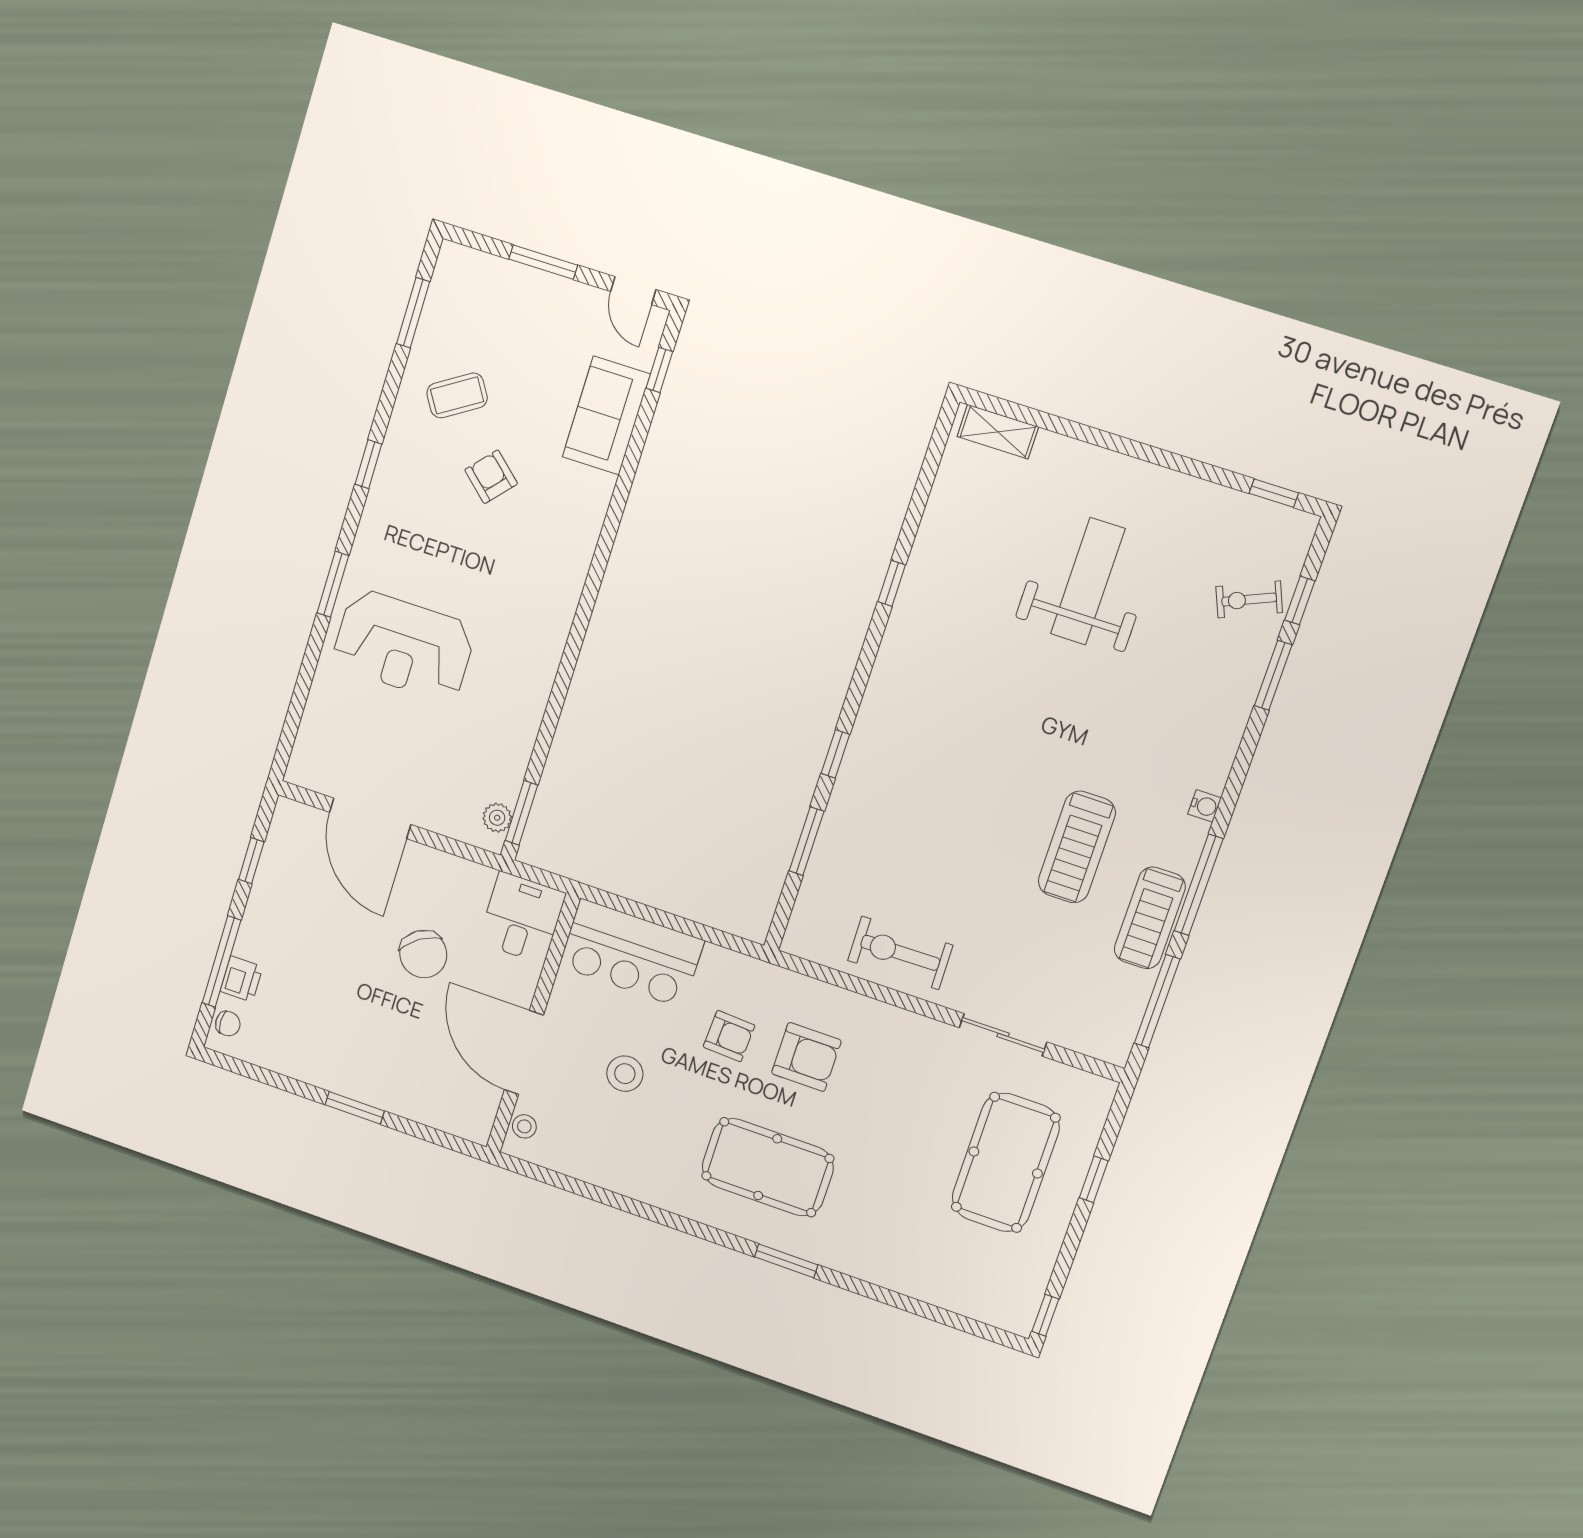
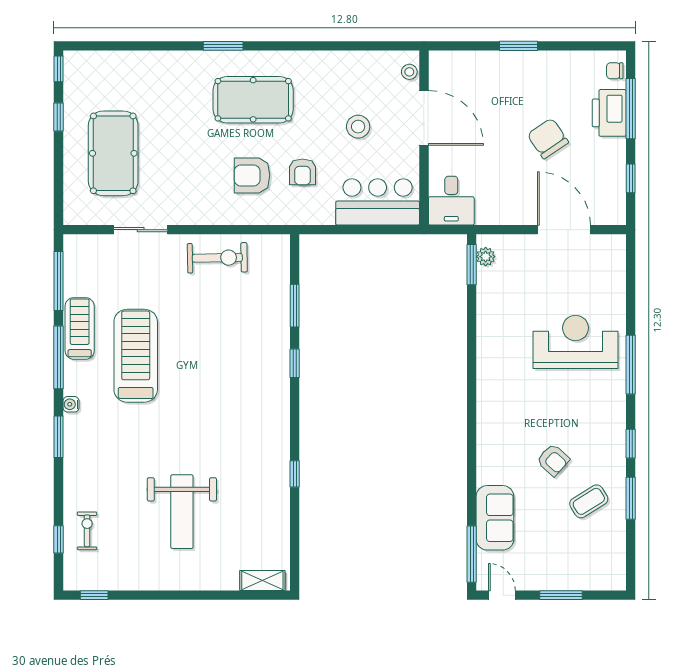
window: (413, 313) -> (631, 498), moved
window: (659, 370) -> (472, 554), width x2.17
window: (333, 584) -> (631, 365), width x1.44
exercise bike: (1249, 600) -> (87, 531), turned -67
window: (1273, 675) -> (59, 437), moved
treadmill: (1077, 847) -> (136, 356), width x1.37, depth x1.38
chair: (423, 954) -> (548, 138), moved
printer: (241, 979) -> (609, 113), width x1.87, depth x1.48
armchair: (729, 1036) -> (302, 172), turned -93
window: (1094, 1179) -> (59, 117), moved

